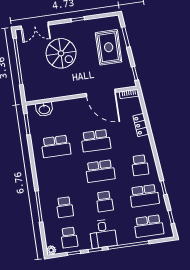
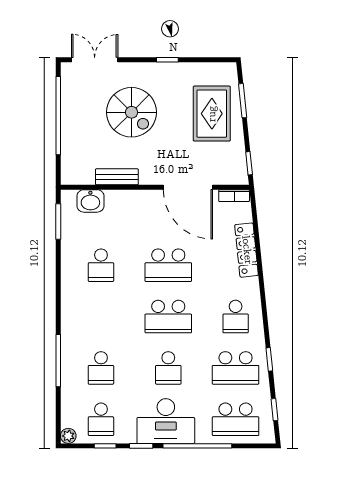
double door: (35, 25) -> (95, 60), swing flipped
bench: (58, 93) -> (117, 177), added
locker: (141, 125) -> (247, 250), width x1.53
school desk: (56, 146) -> (101, 265), width x0.54
desk: (103, 234) -> (166, 421), width x1.37

